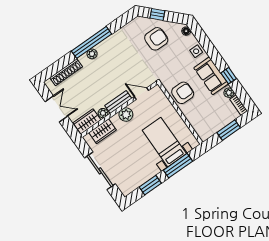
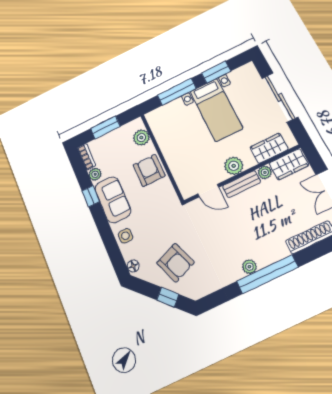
armchair: (156, 39) -> (175, 263), turned -111
plant: (92, 54) -> (249, 267), moved
armchair: (183, 93) -> (149, 170), moved, turned 90
plant: (199, 126) -> (141, 138), added
bed with nightstands: (164, 142) -> (216, 110), moved

